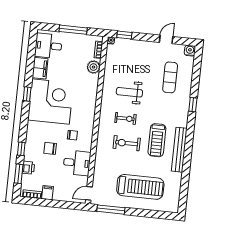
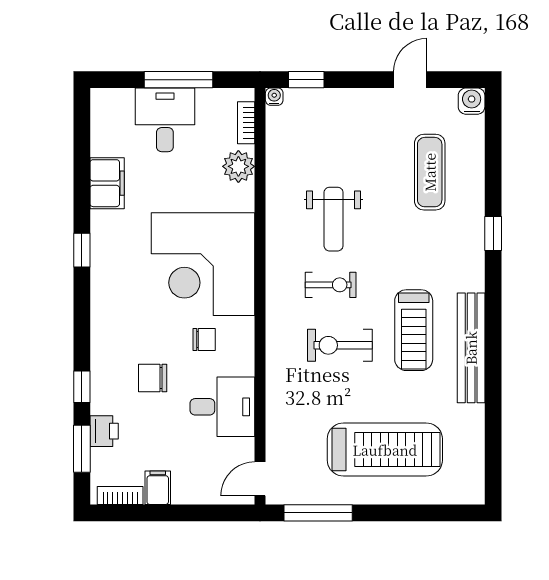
desk: (48, 46) -> (165, 120), moved, turned 90
weight bench: (129, 92) -> (334, 219), turned -90
corner desk: (51, 102) -> (203, 264), moved, turned 180

